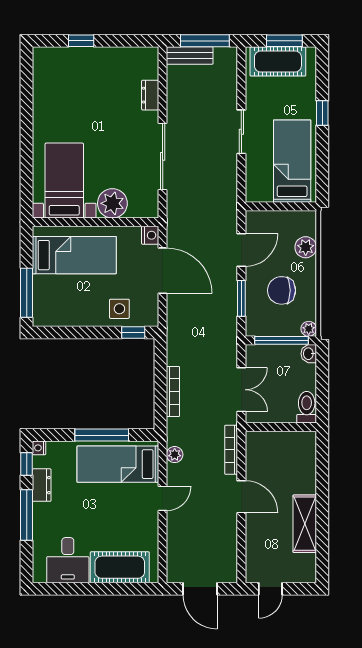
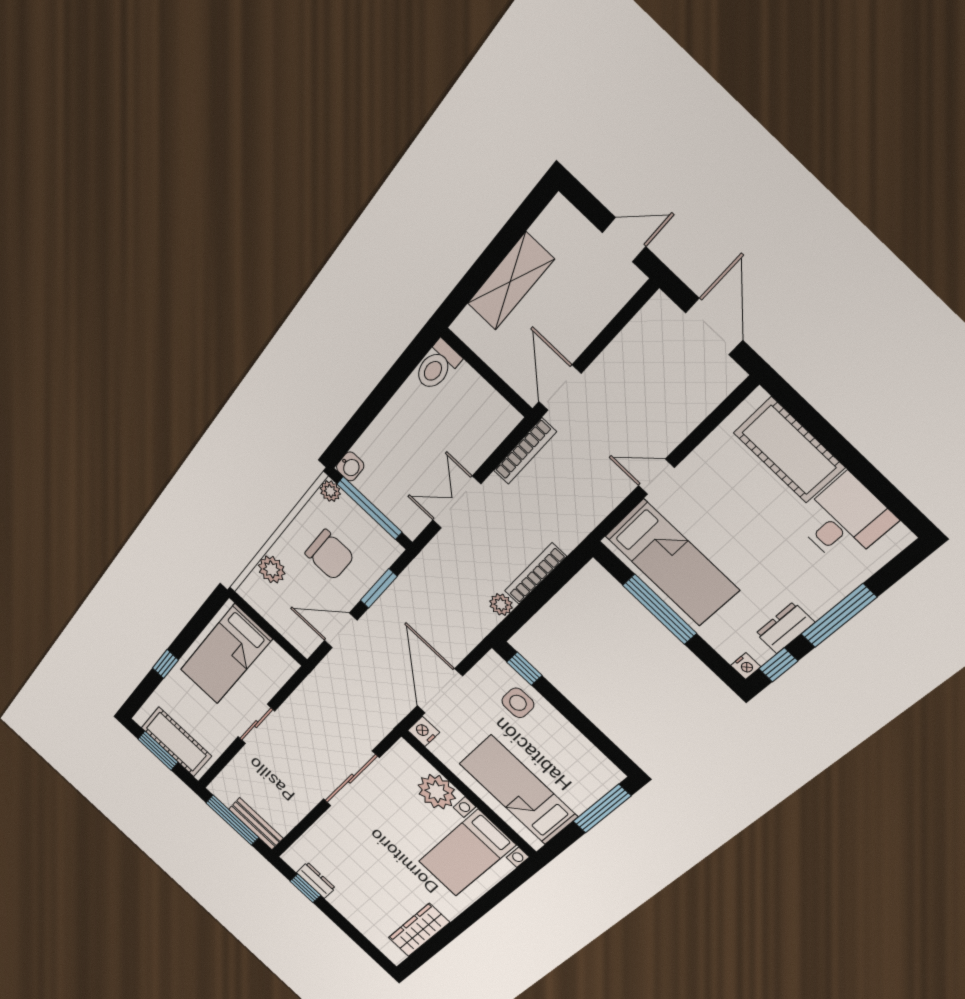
window: (81, 41) -> (305, 888), moved
wardrobe: (43, 92) -> (419, 930), added
dresser: (150, 95) -> (316, 880), moved, turned -90
toilet: (307, 407) -> (437, 366), moved
wall: (281, 427) -> (486, 373), moved
plant: (175, 455) -> (501, 605), moved

